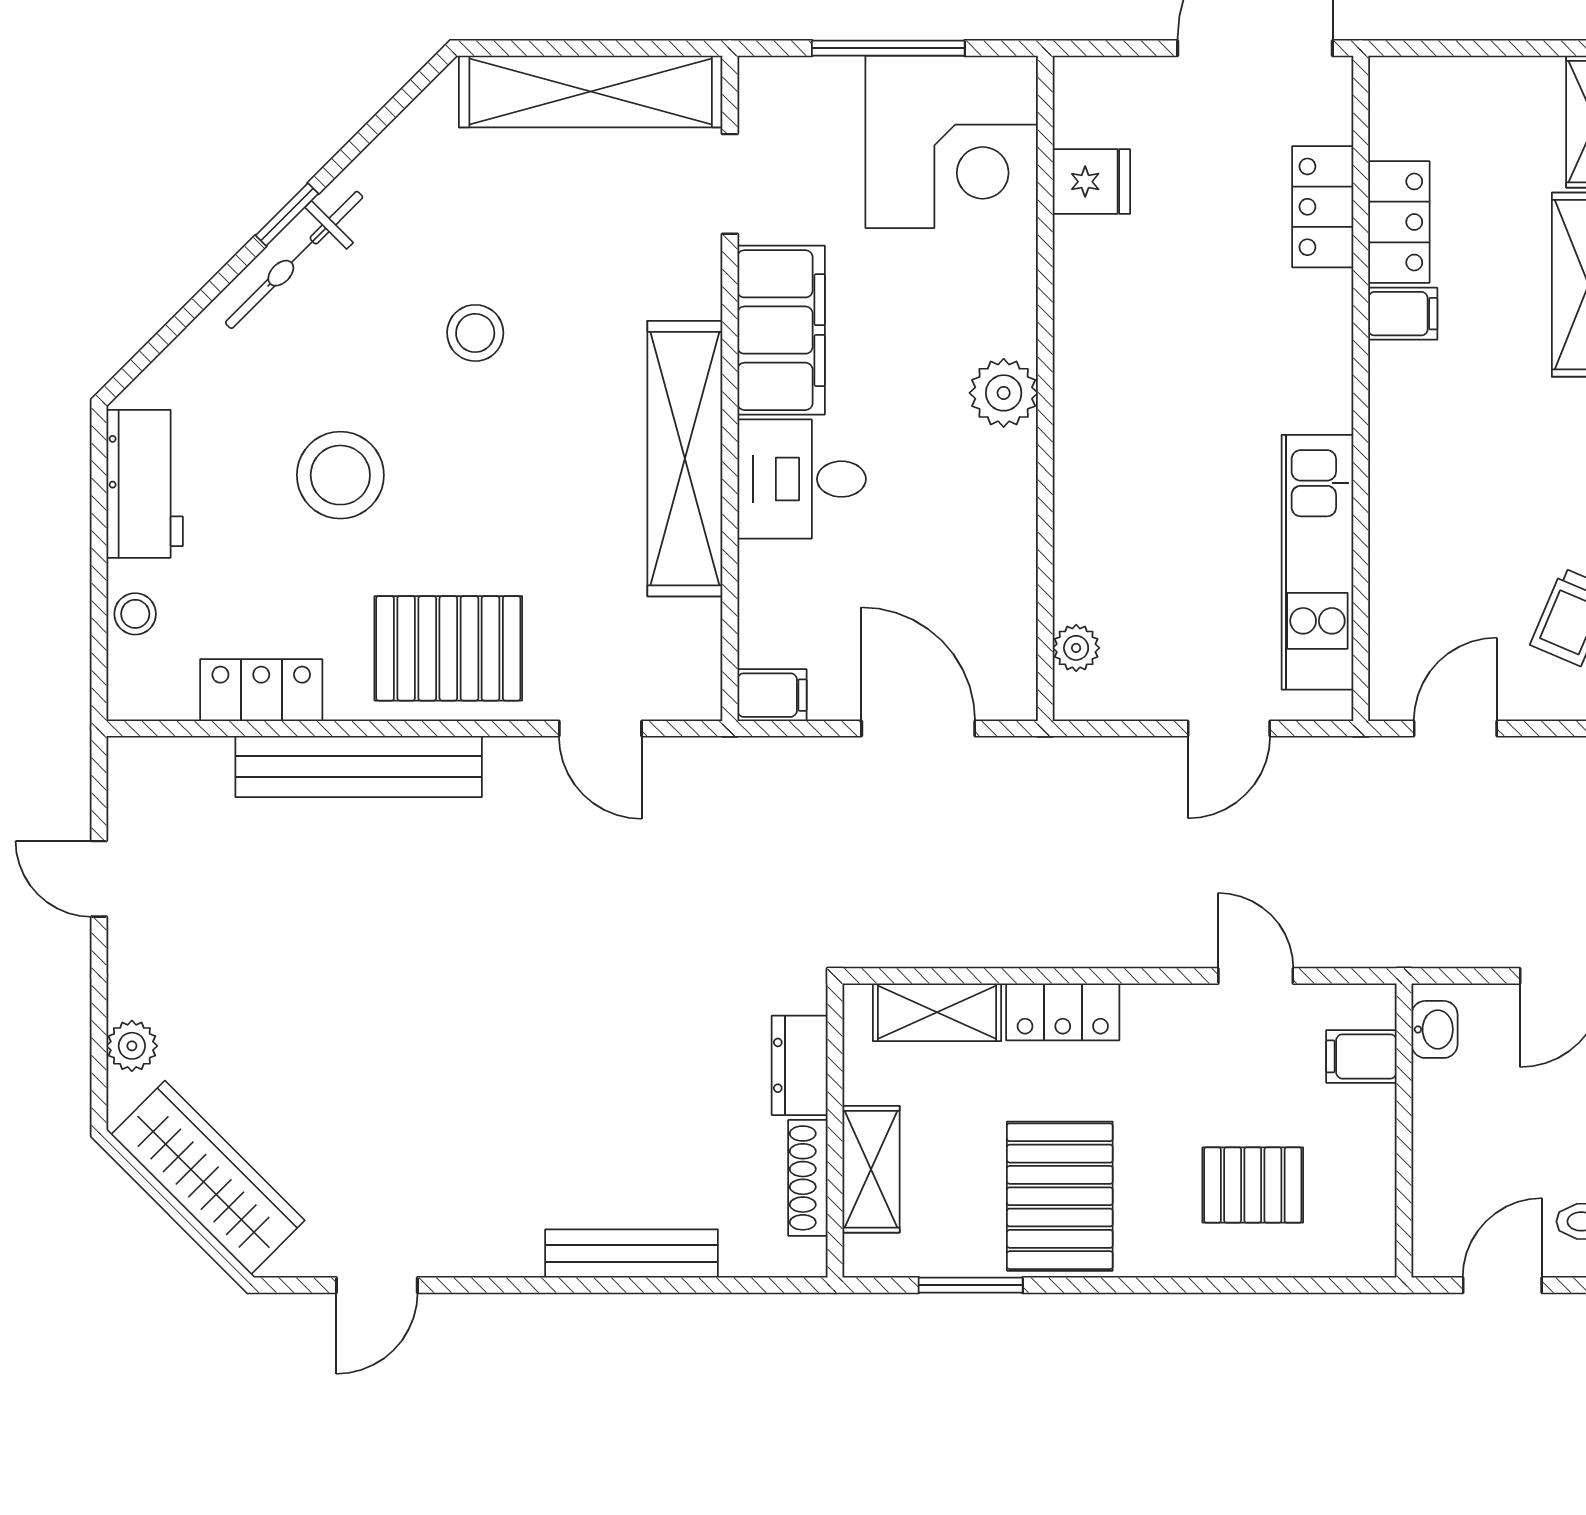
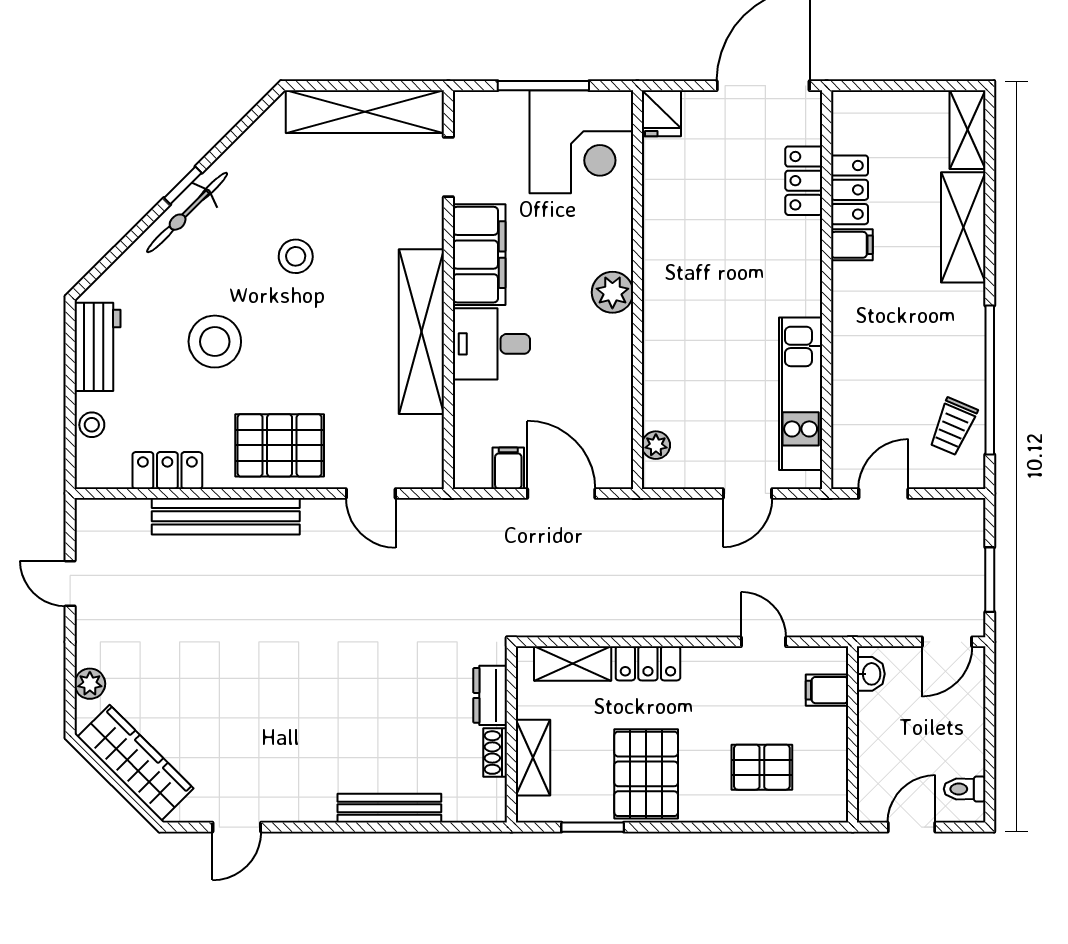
fridge: (1091, 182) -> (661, 113), moved, turned 90
filing cabinet: (772, 695) -> (508, 468), moved, turned -90
shoe rack: (808, 1178) -> (495, 753), width x0.70

